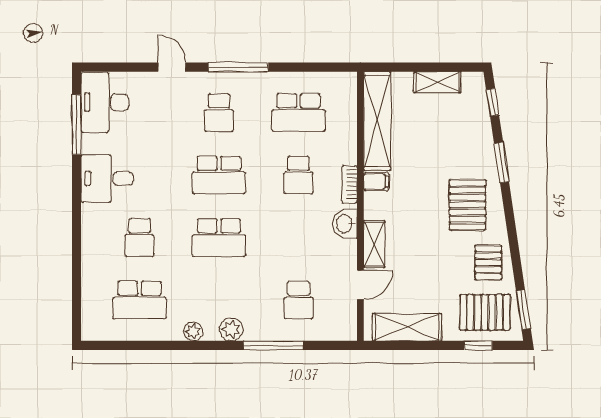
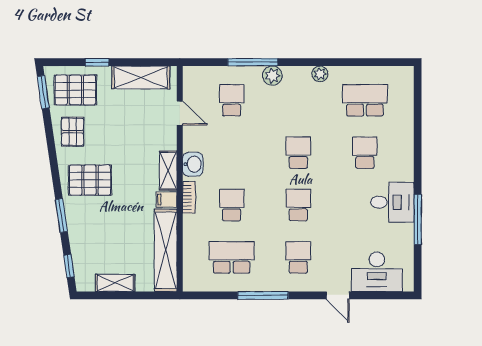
window: (238, 67) -> (263, 295), moved
desk: (105, 102) -> (377, 272), moved, turned 90
window: (77, 125) -> (418, 219), moved
school desk: (219, 175) -> (298, 205), width x0.54
pallet: (467, 205) -> (90, 180), turned 90
school desk: (219, 238) -> (298, 153), width x0.54
shelving: (374, 244) -> (168, 171), moved
door: (360, 285) -> (180, 113), swing flipped
plant: (231, 329) -> (272, 76), moved
window: (478, 345) -> (97, 62), moved

